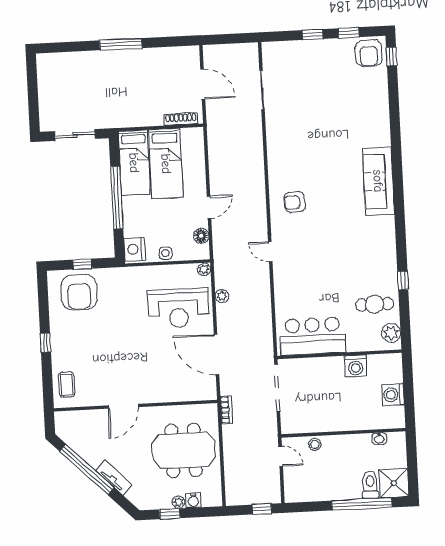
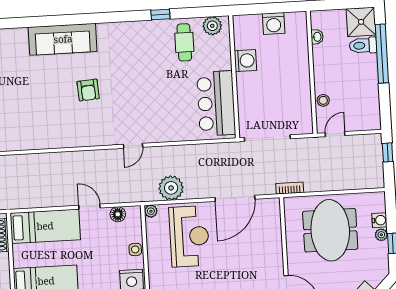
bed: (166, 164) -> (45, 226), moved
armchair: (295, 202) -> (88, 90), moved
plant: (222, 296) -> (171, 188), width x1.87, depth x1.87

